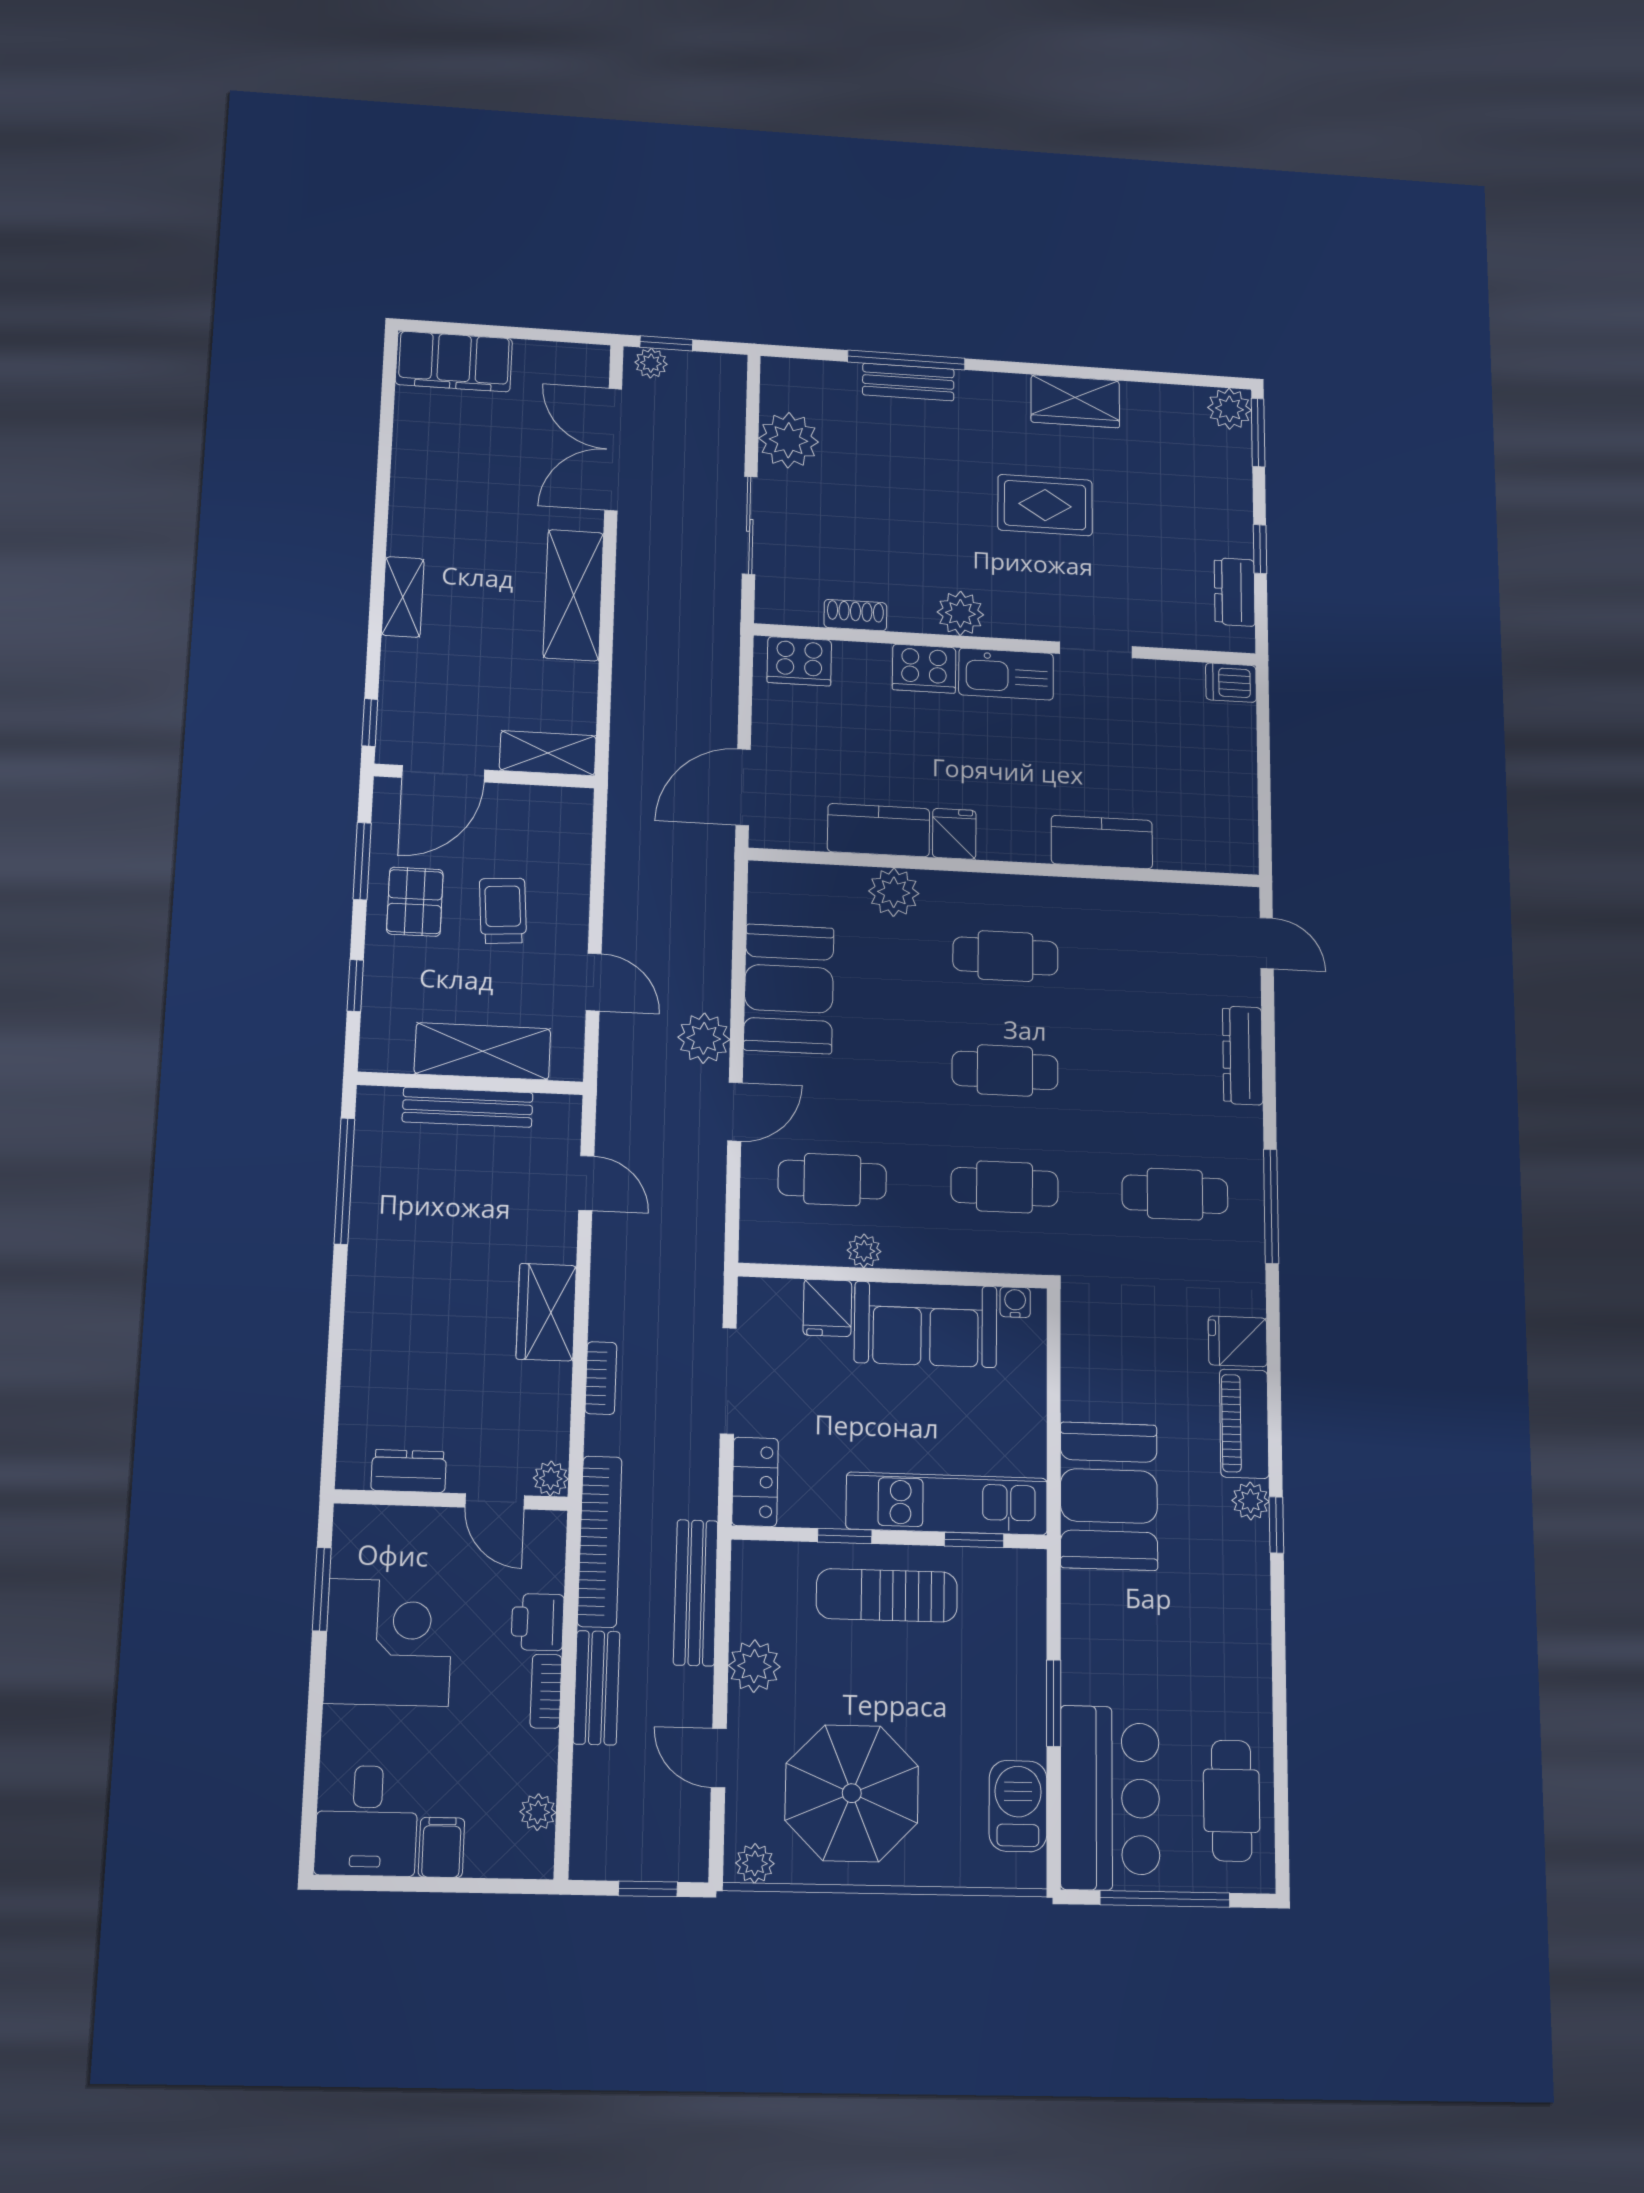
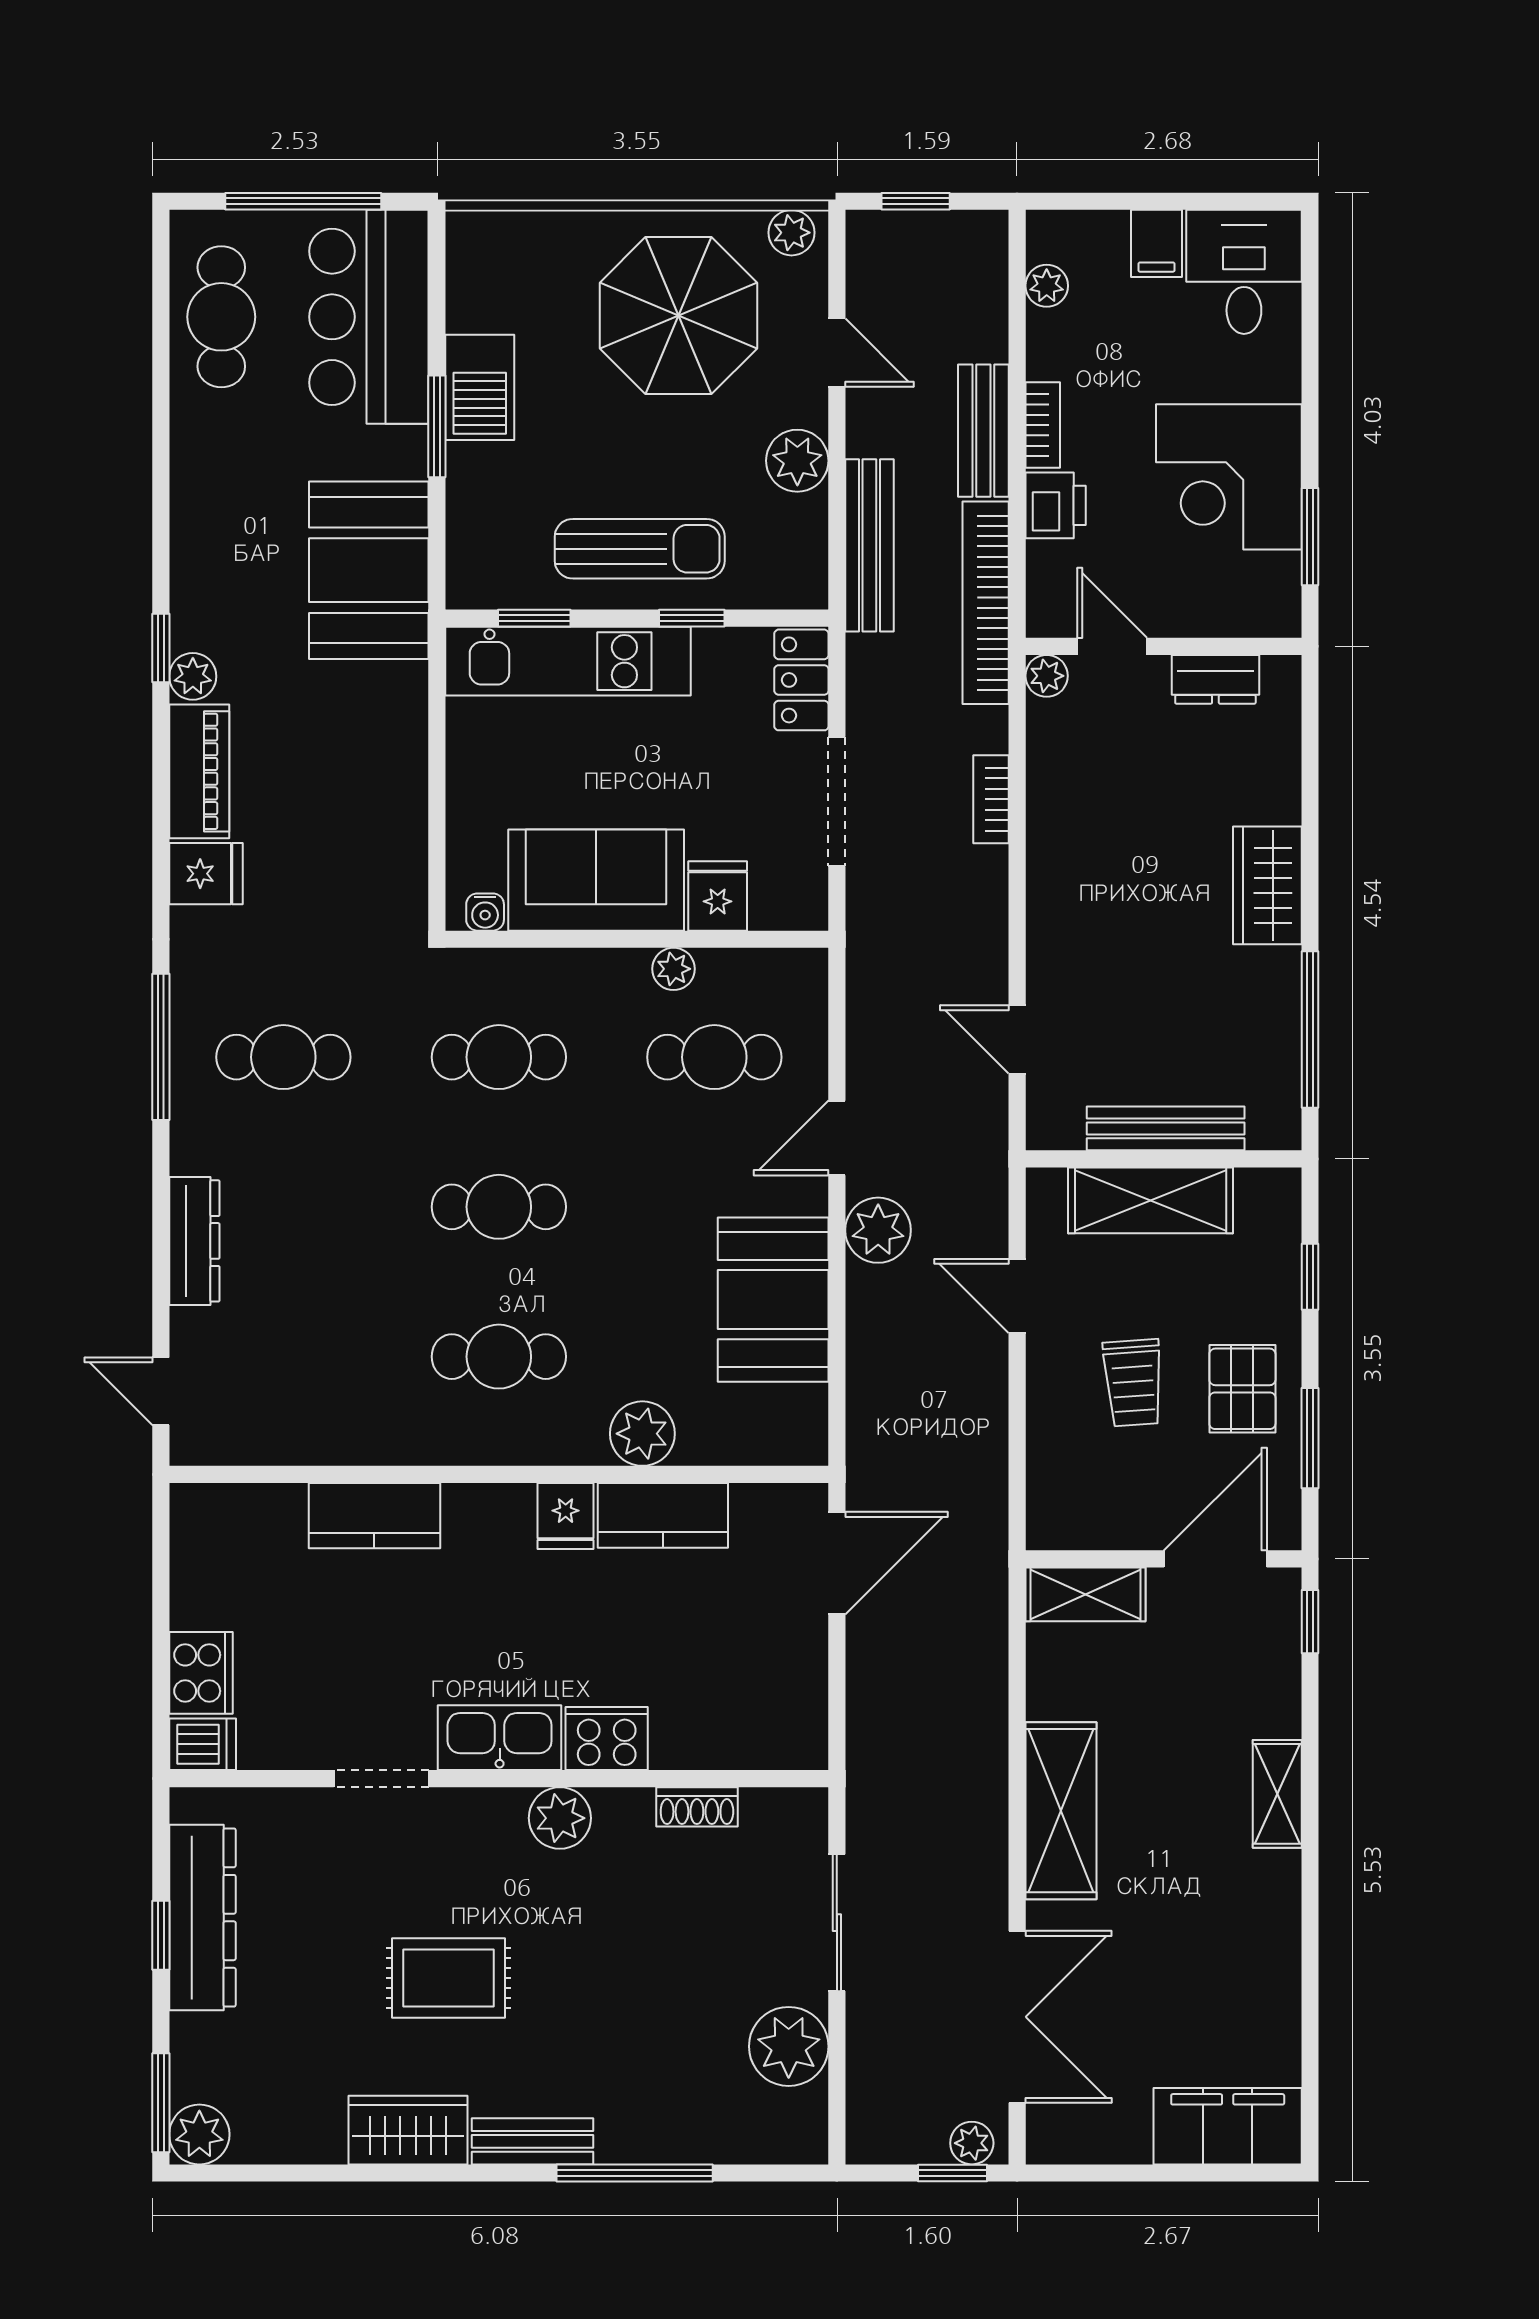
bench: (908, 382) -> (533, 2141), moved
dresser: (1235, 592) -> (202, 1918), width x1.96, depth x1.24
cooker: (799, 661) -> (201, 1673), moved, turned 90
wardrobe: (546, 1312) -> (1267, 885), moved, turned 180
booth: (1109, 1496) -> (369, 570), moved
barbecue: (1018, 1806) -> (480, 387), moved

